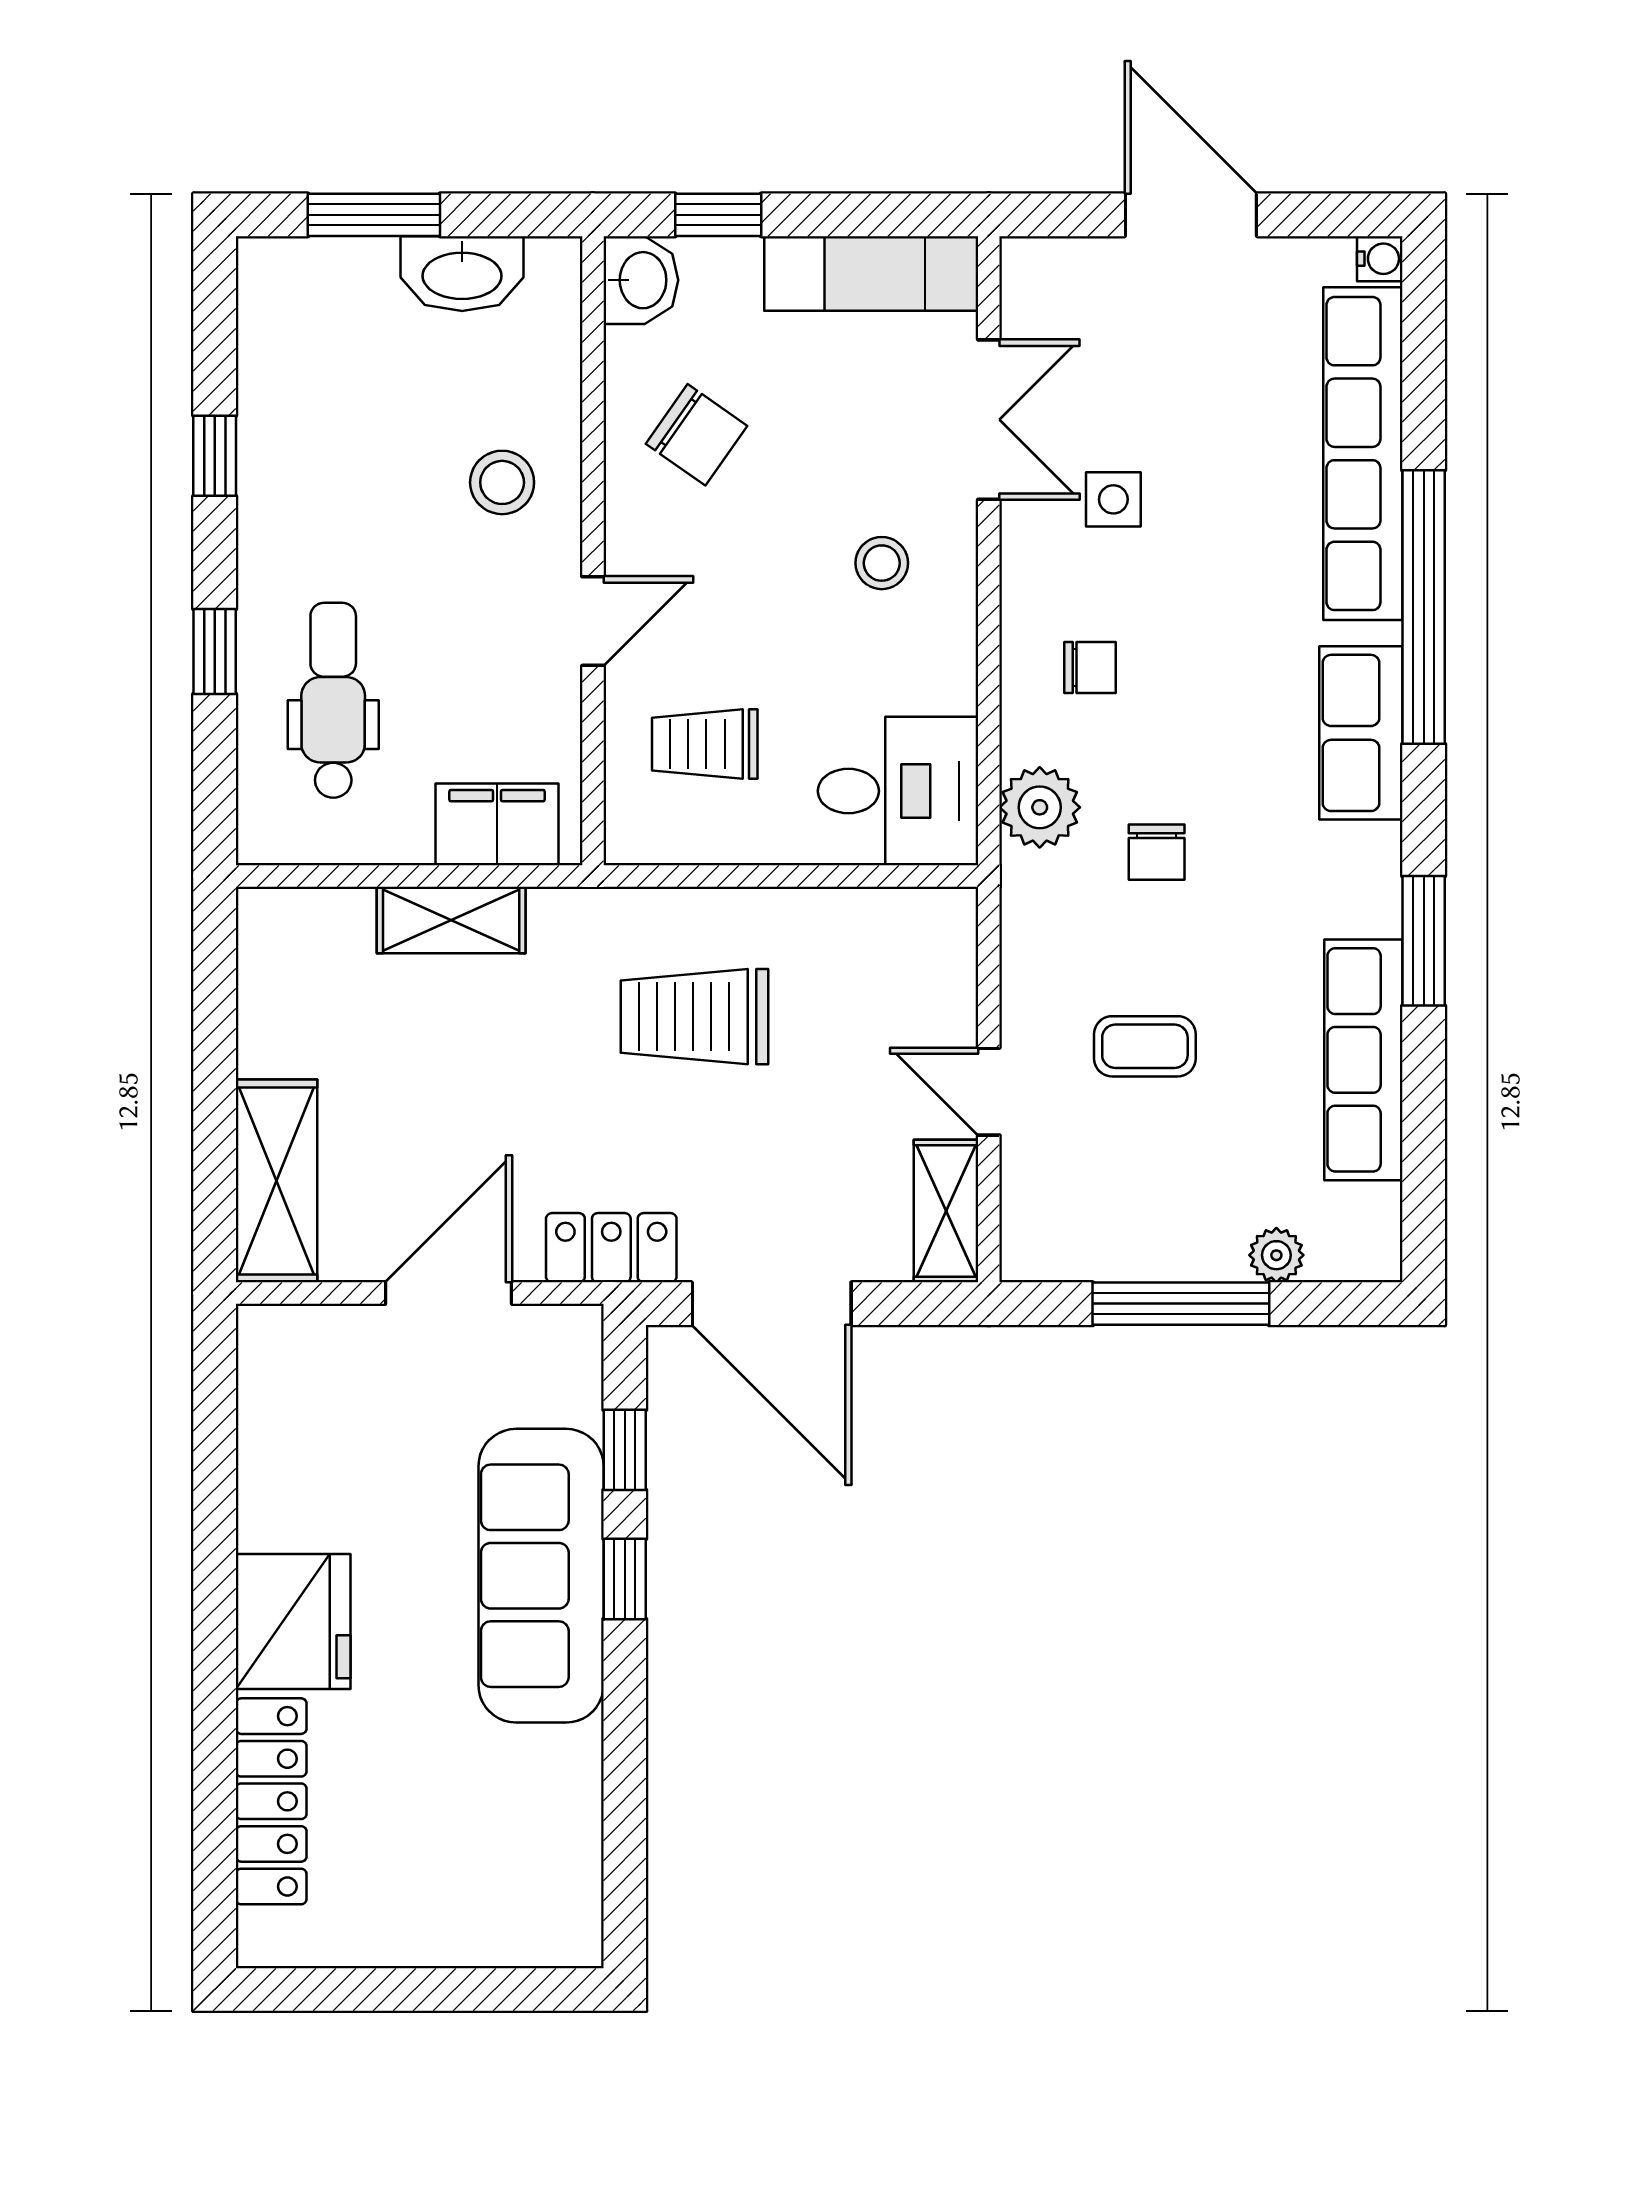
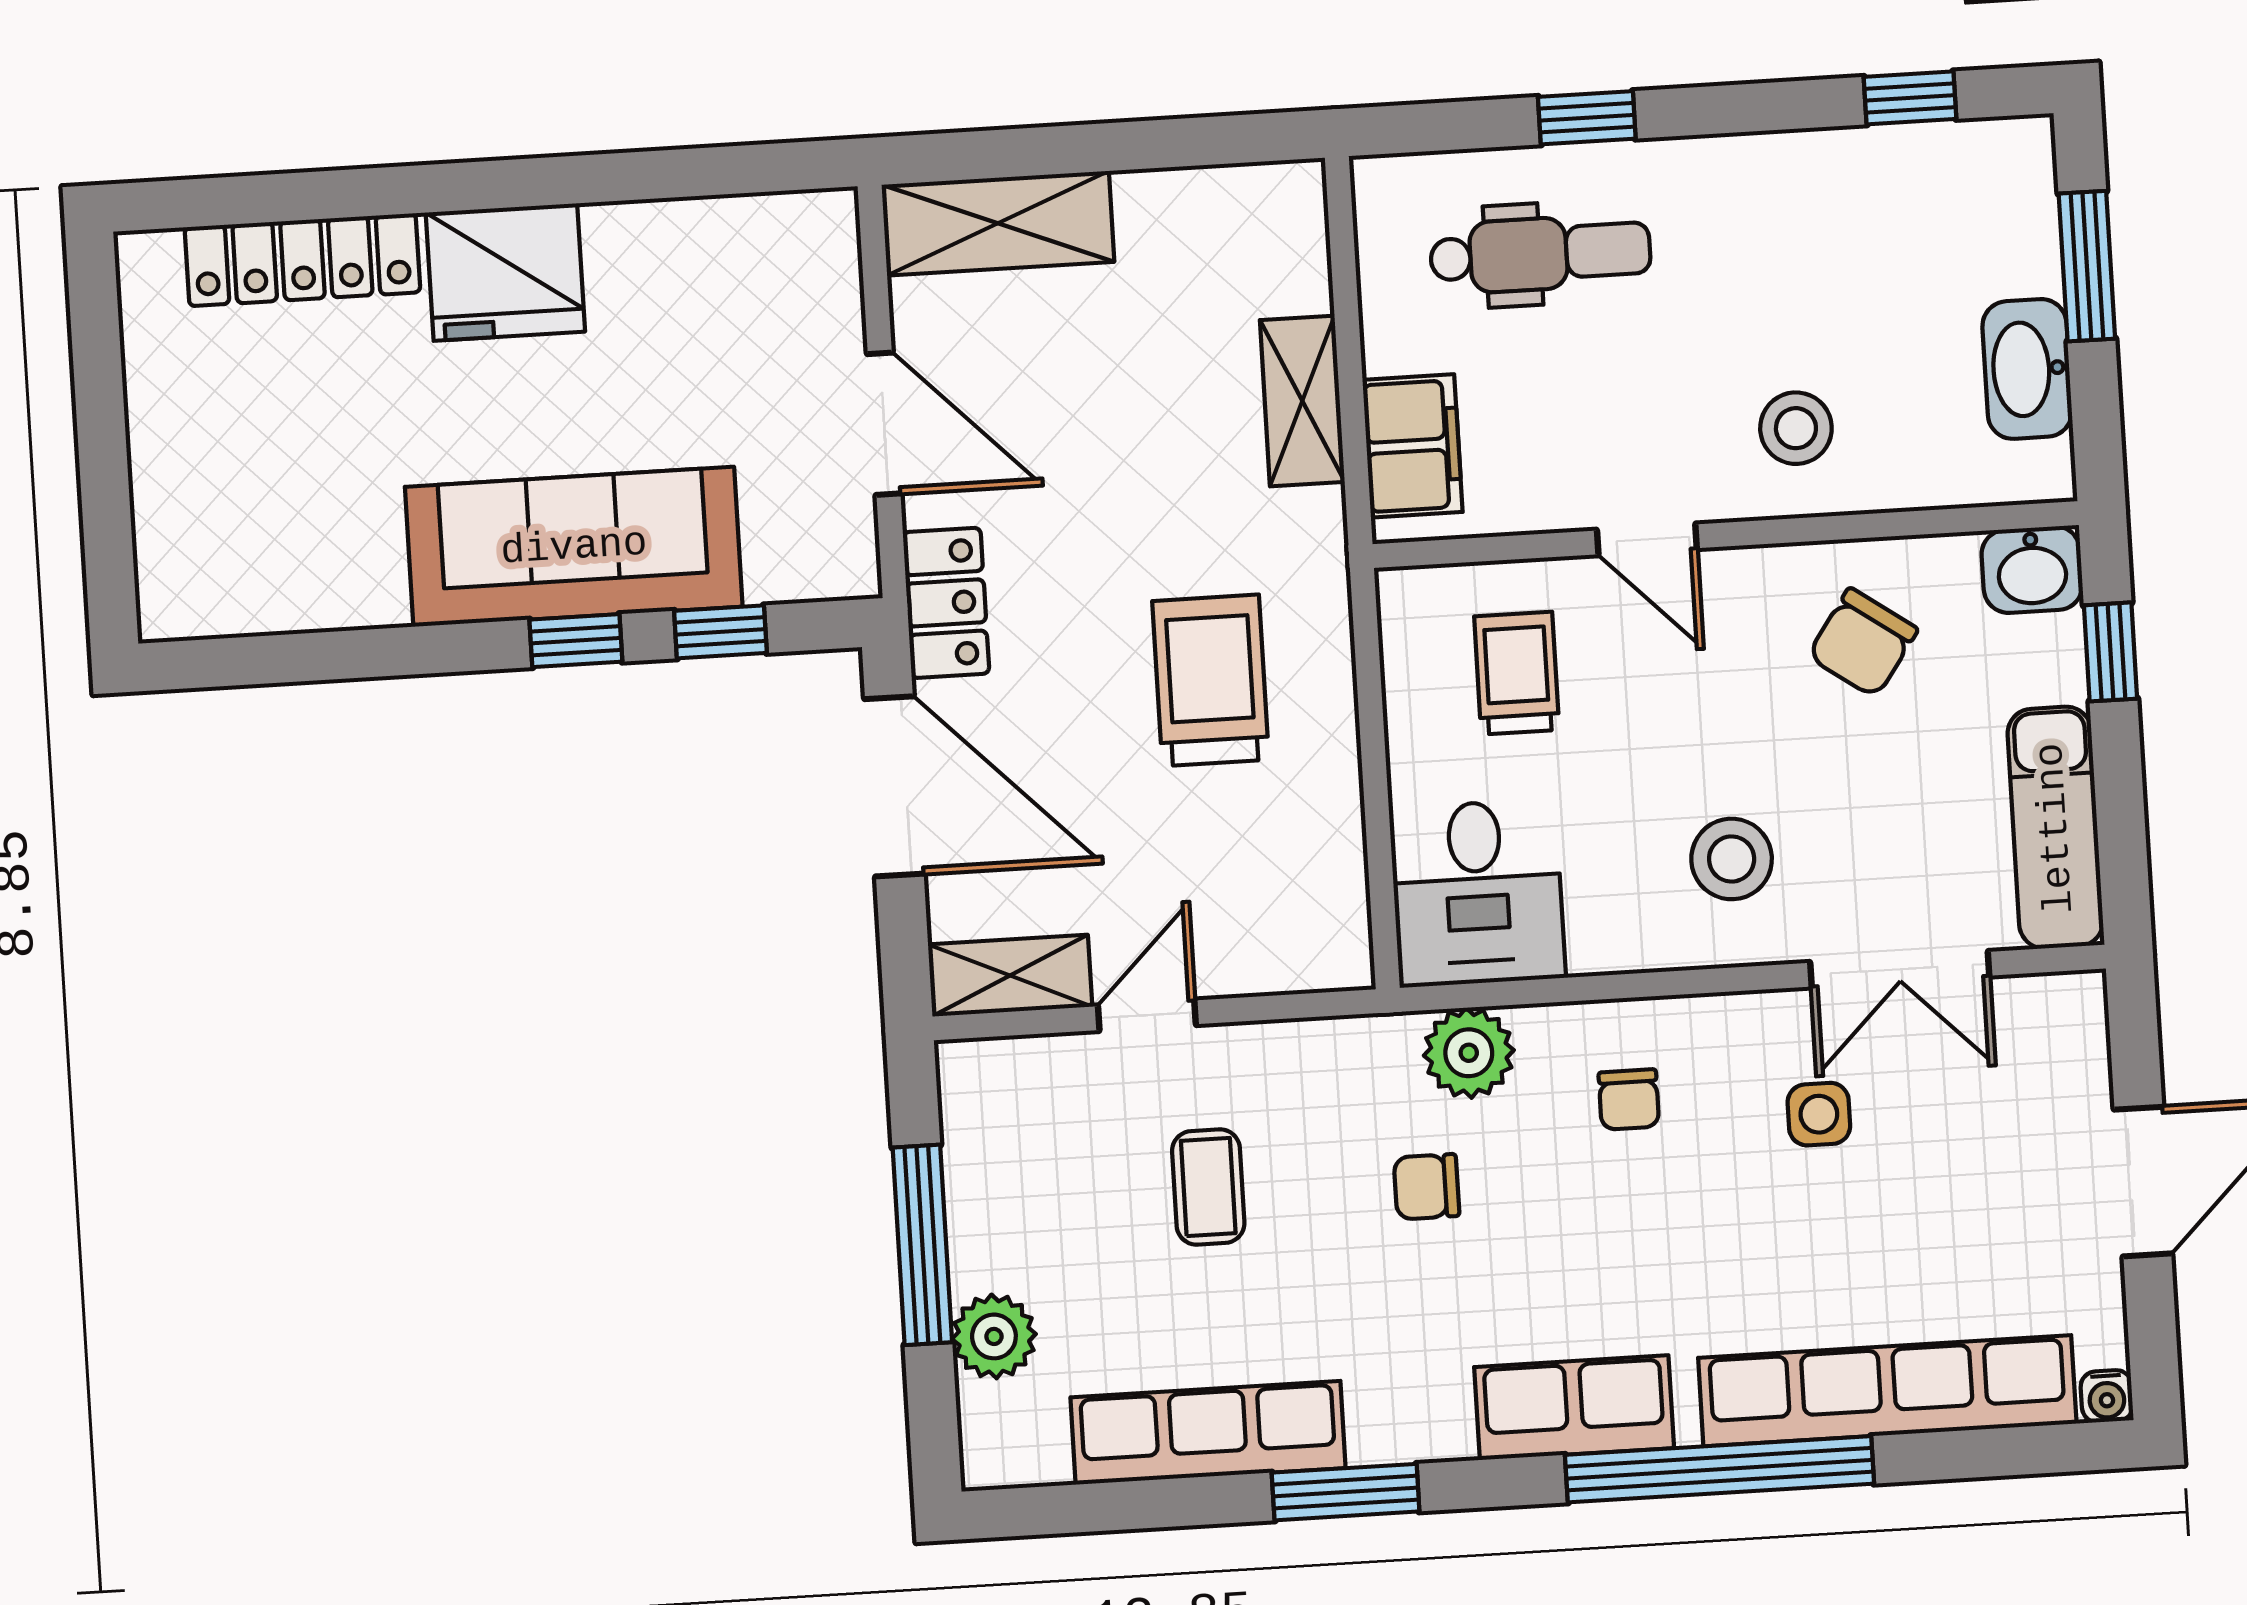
window: (215, 456) -> (1910, 98), moved
stool: (882, 563) -> (1732, 859), width x1.37, depth x1.37
plant: (1276, 1255) -> (994, 1336), width x1.38, depth x1.38
door: (772, 1304) -> (894, 786), swing flipped

